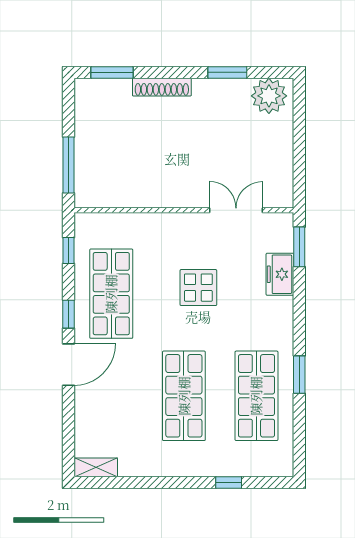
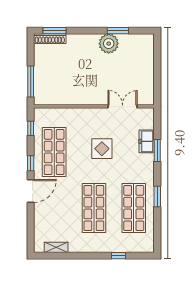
shoe rack: (162, 87) -> (50, 39), moved
plant: (269, 96) -> (109, 44), moved
window: (299, 247) -> (157, 150), moved
shelving: (96, 467) -> (56, 247), moved

